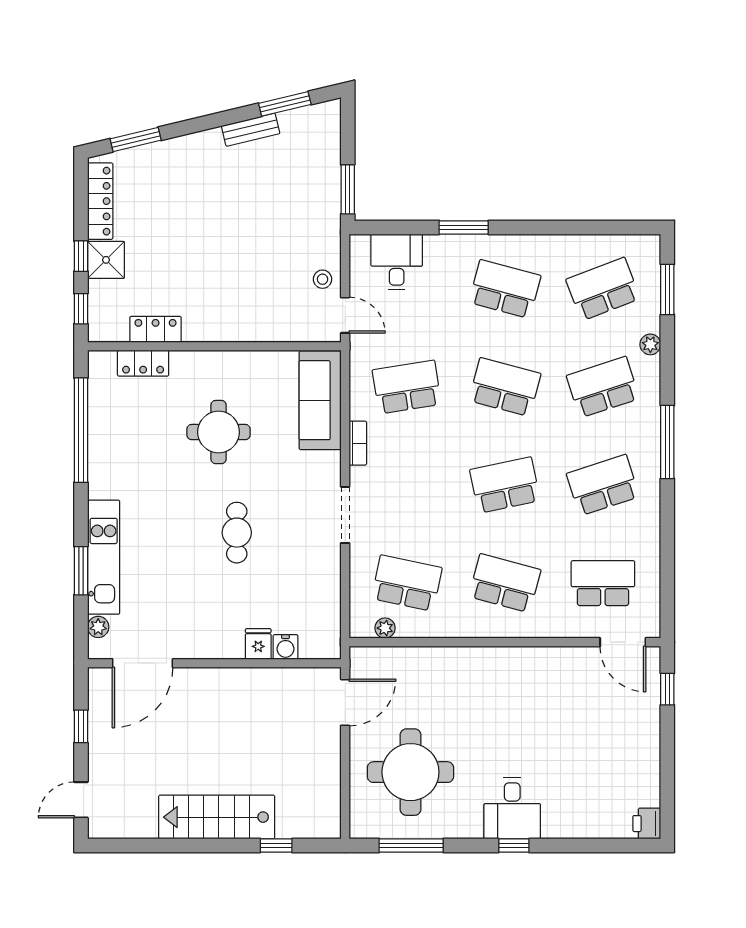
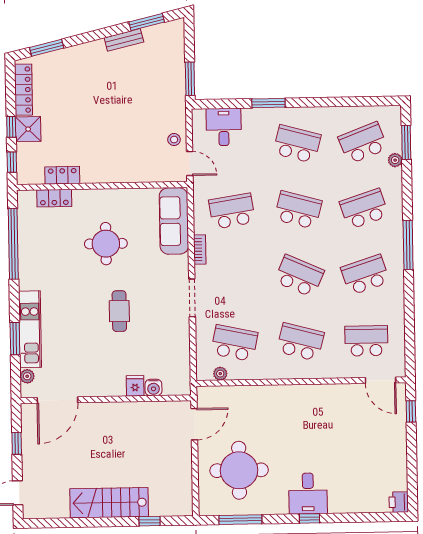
plant: (650, 344) -> (395, 160), moved
school desk: (505, 485) -> (299, 276), turned 36

